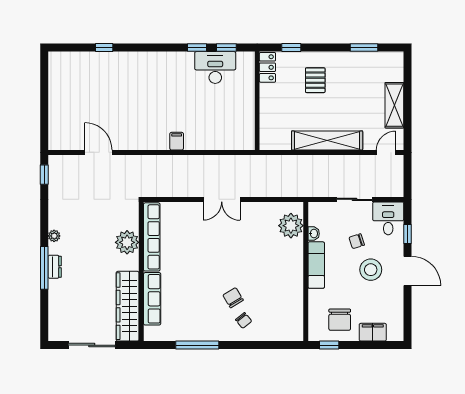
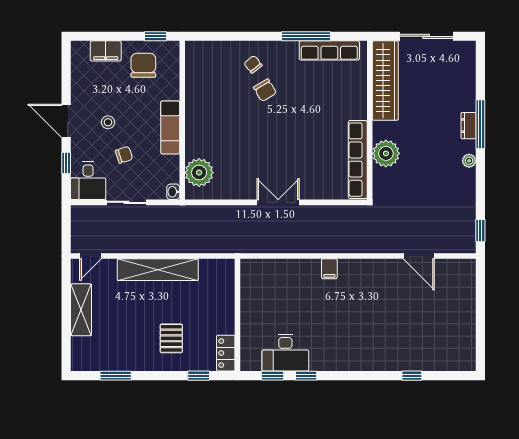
washbasin: (314, 234) -> (173, 192), moved
stool: (371, 270) -> (108, 122), width x0.53, depth x0.53
row of seats: (152, 299) -> (329, 50), moved, turned -90

